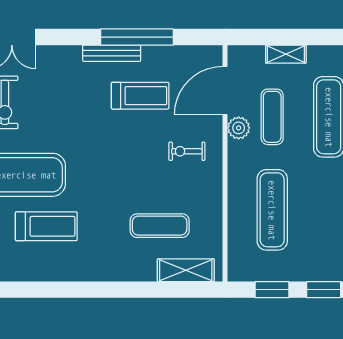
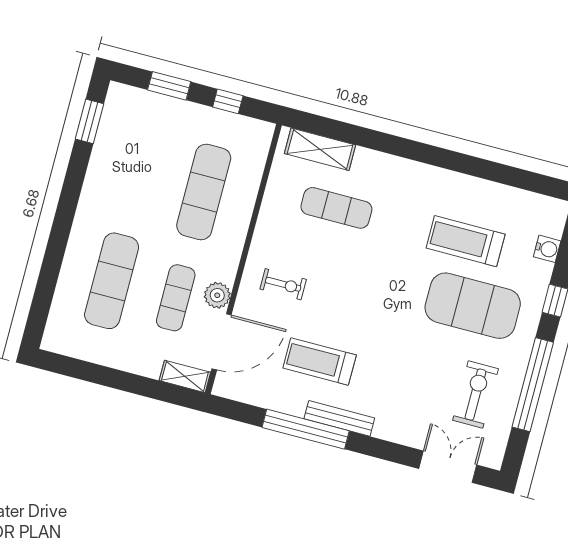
shelving: (286, 54) -> (185, 376), moved
window: (272, 290) -> (228, 101), width x0.67

